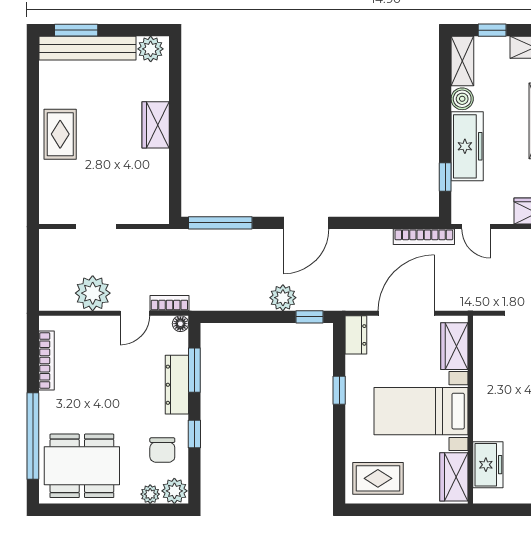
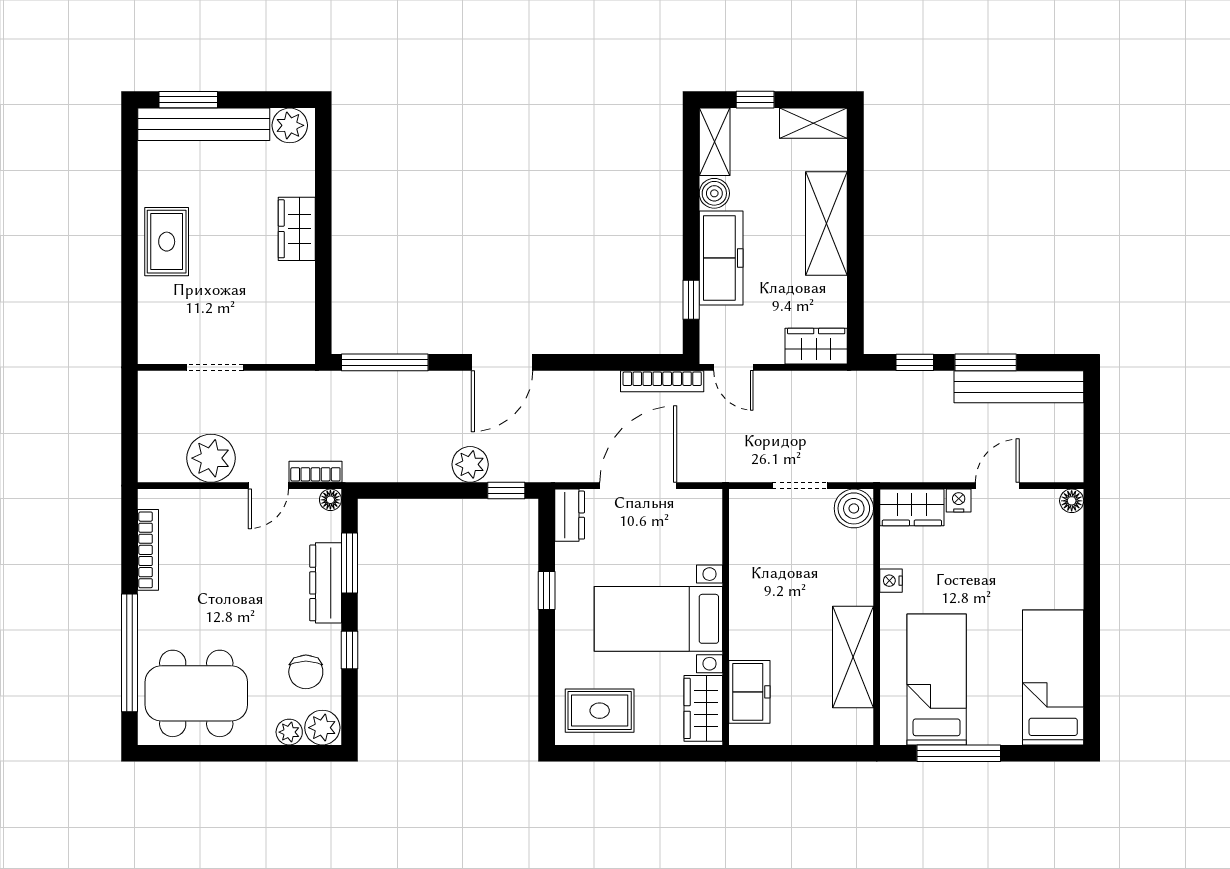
wardrobe: (454, 346) -> (704, 530), removed

